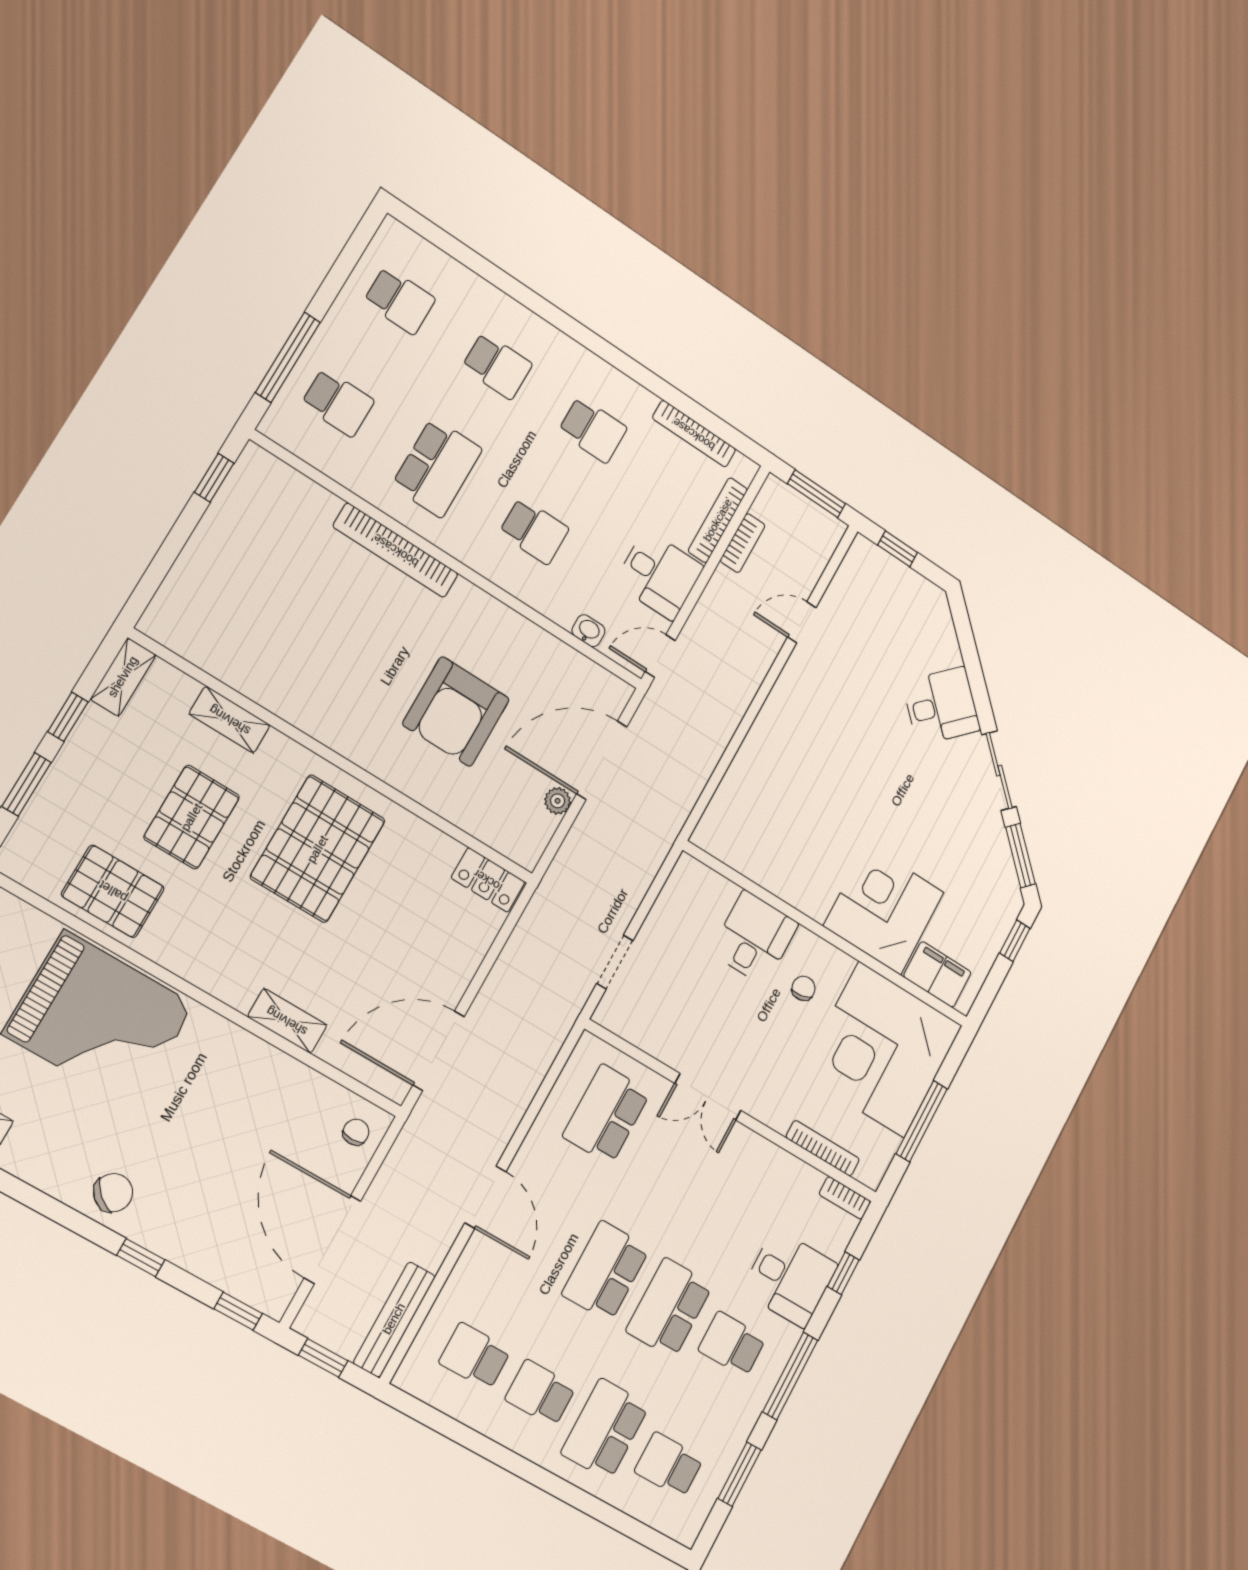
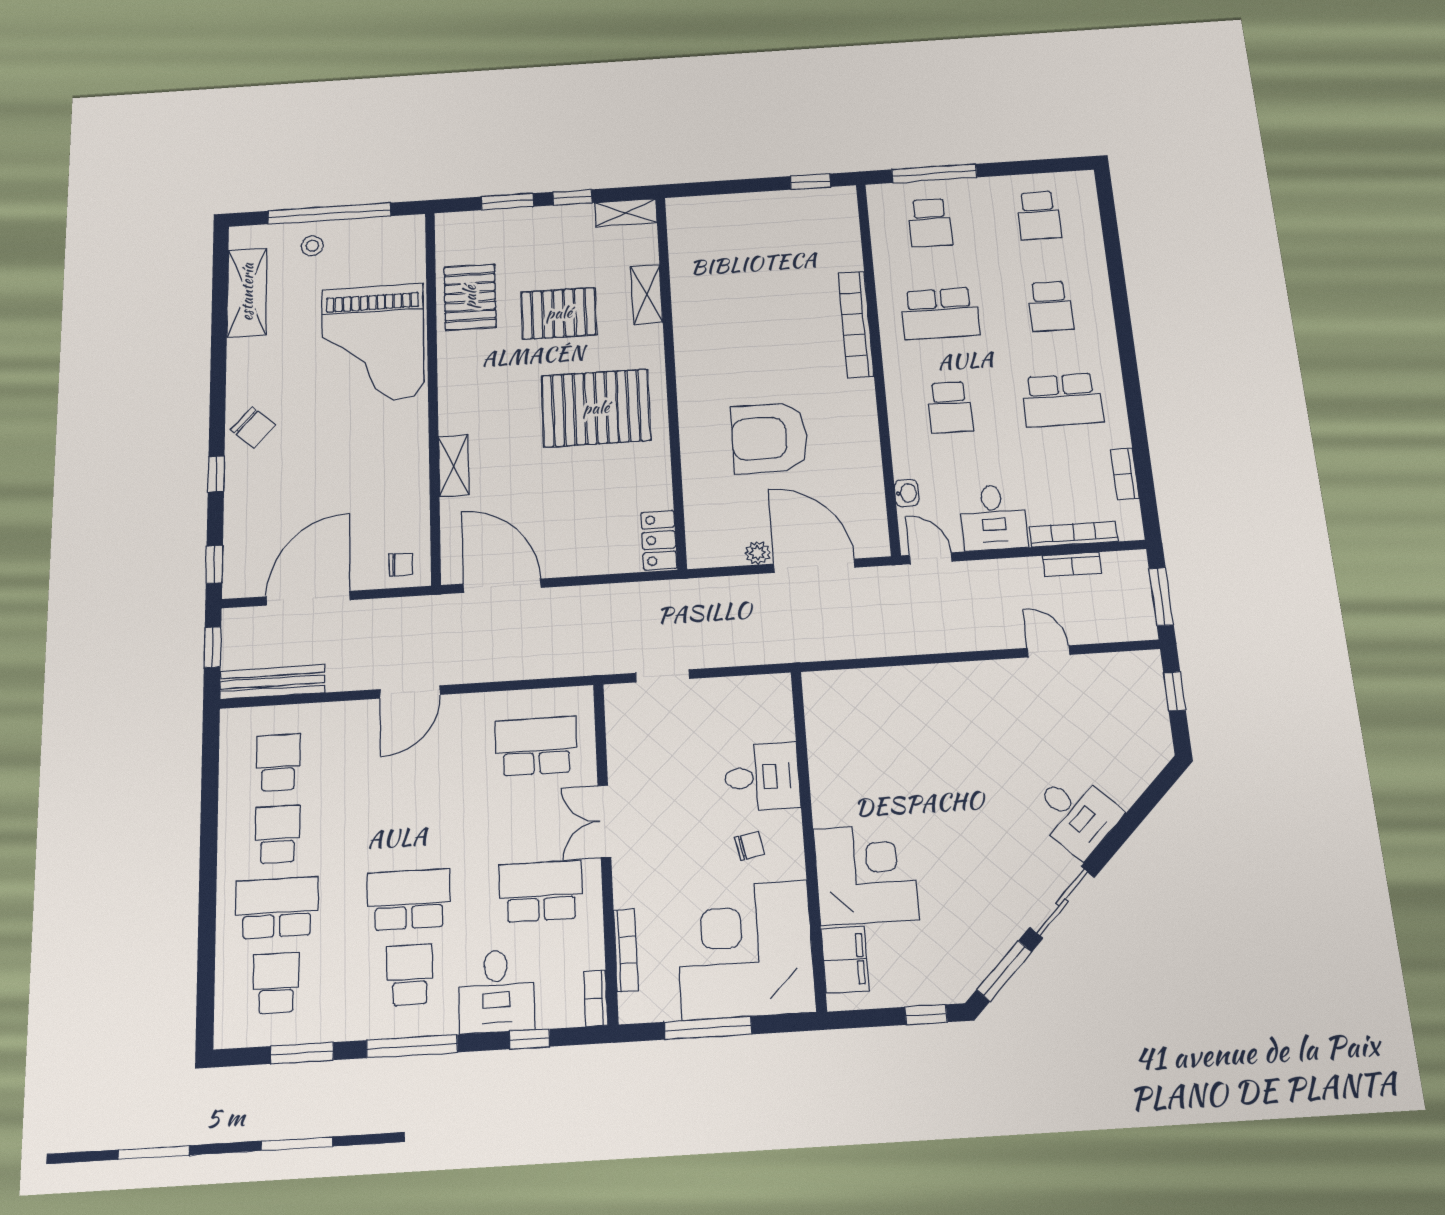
school desk: (593, 430) -> (1062, 400), width x1.85
bookcase: (694, 434) -> (1125, 474), width x0.64
school desk: (606, 1271) -> (541, 891), moved

